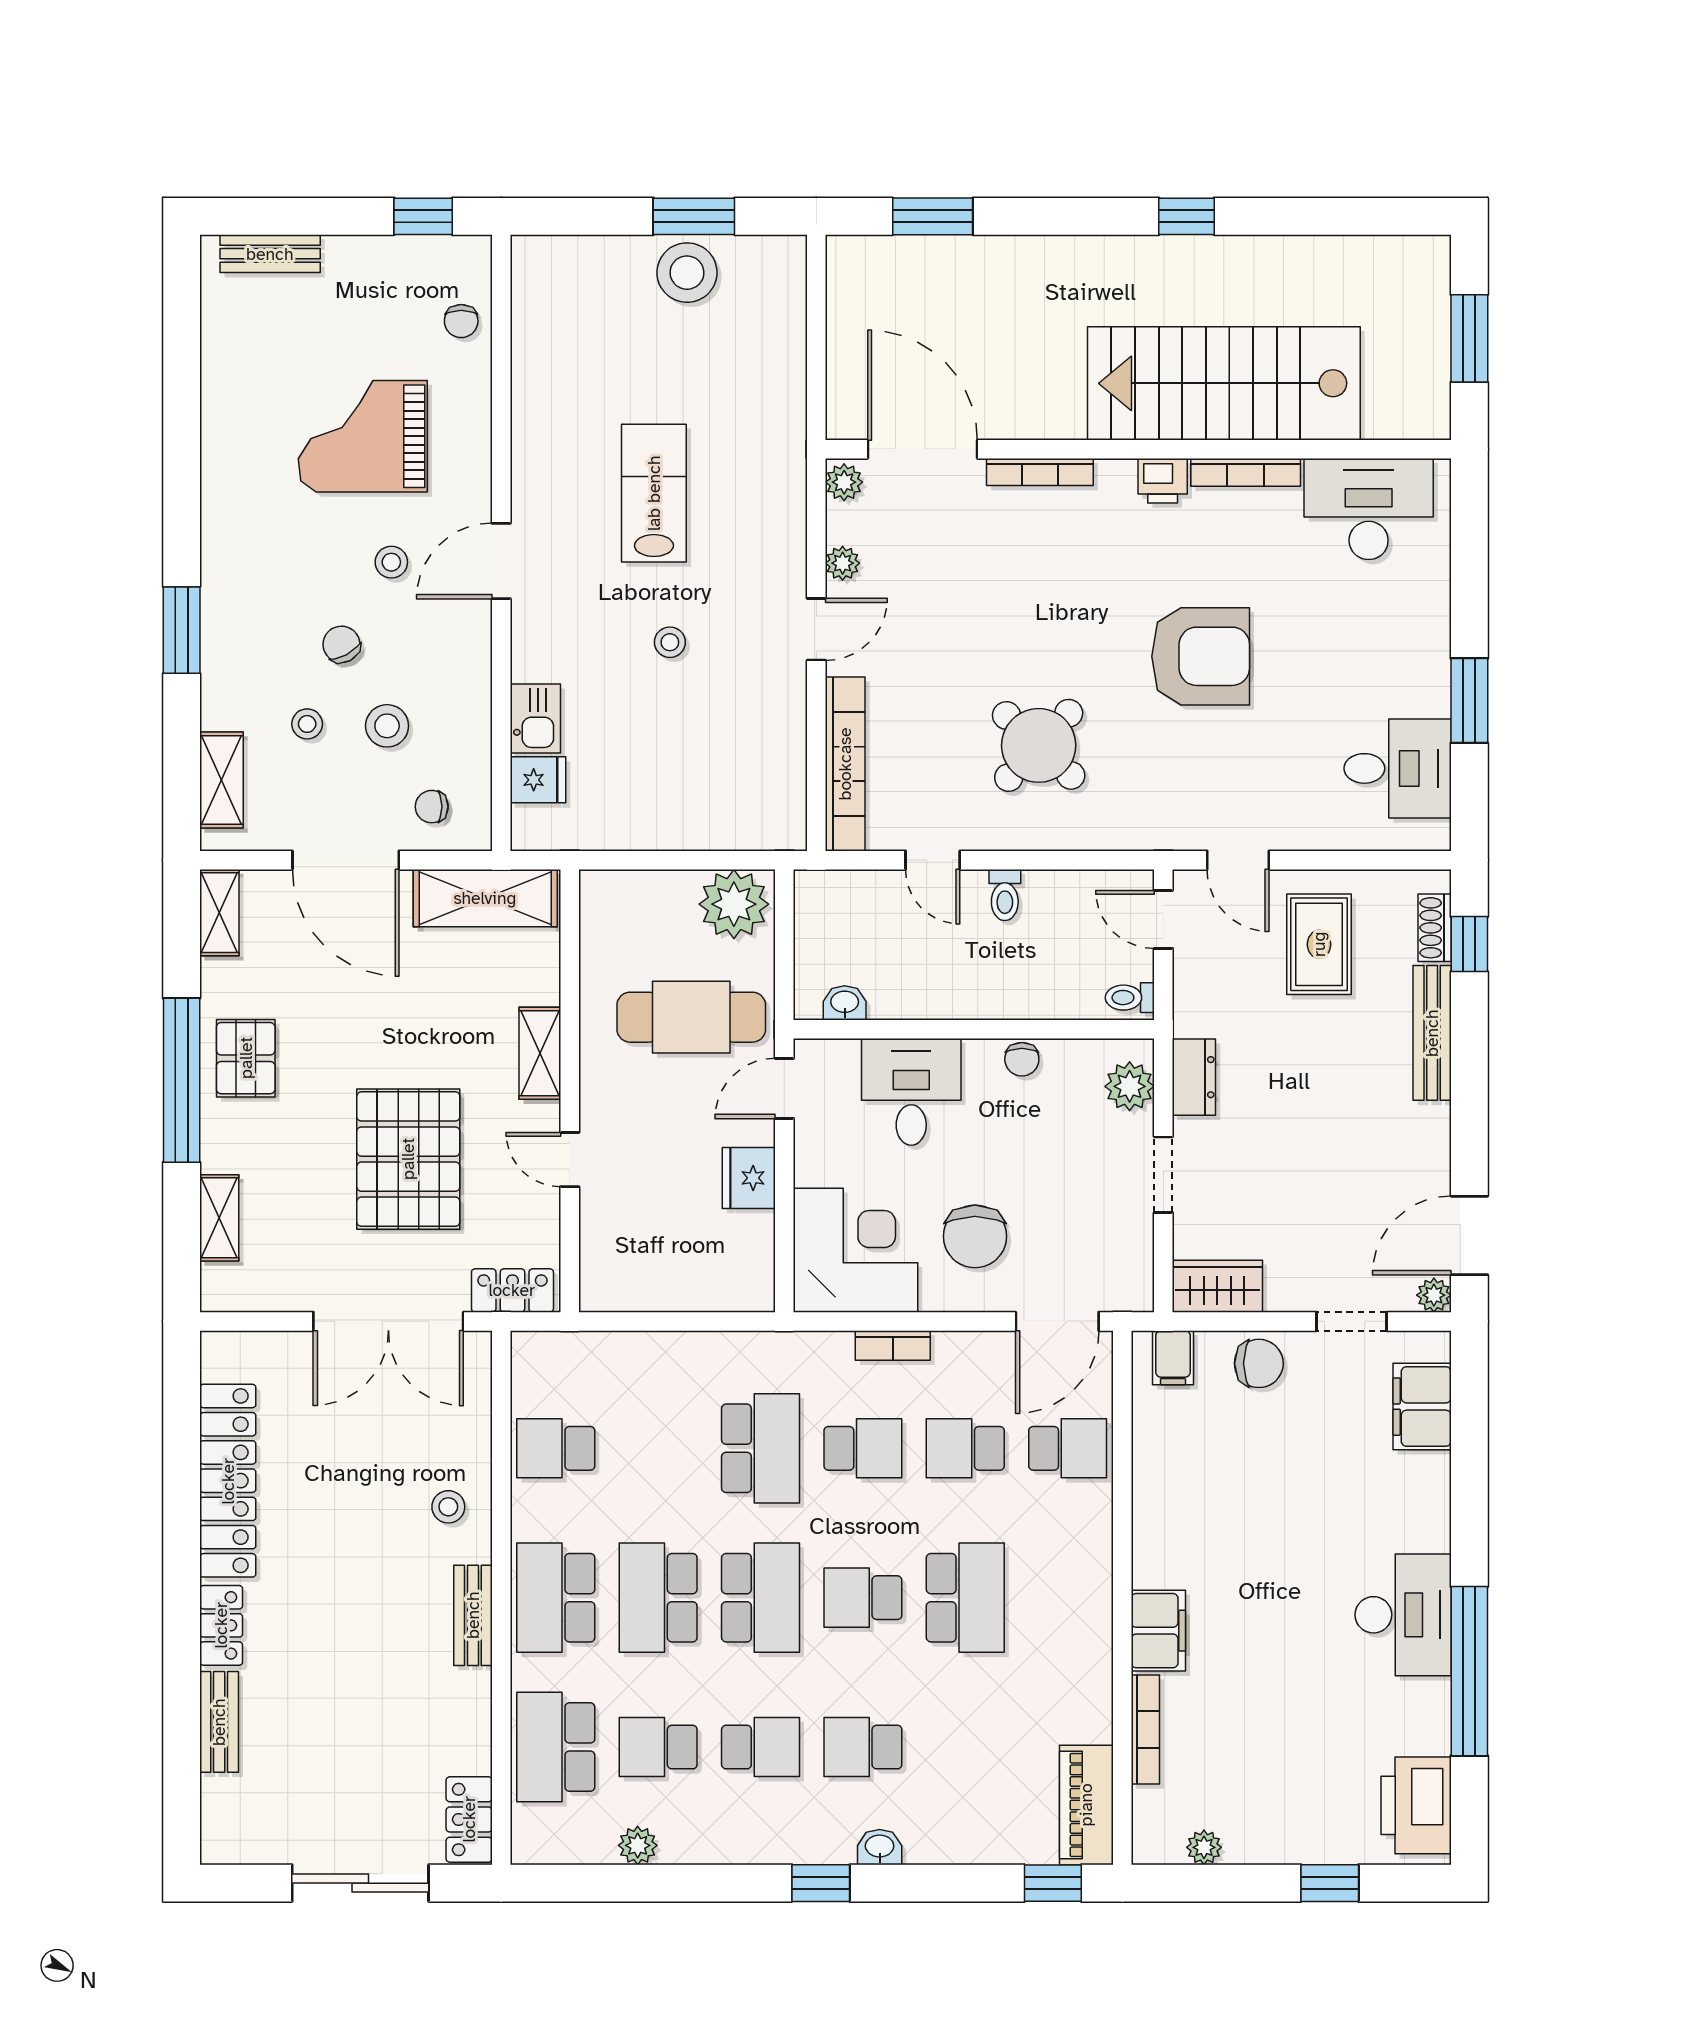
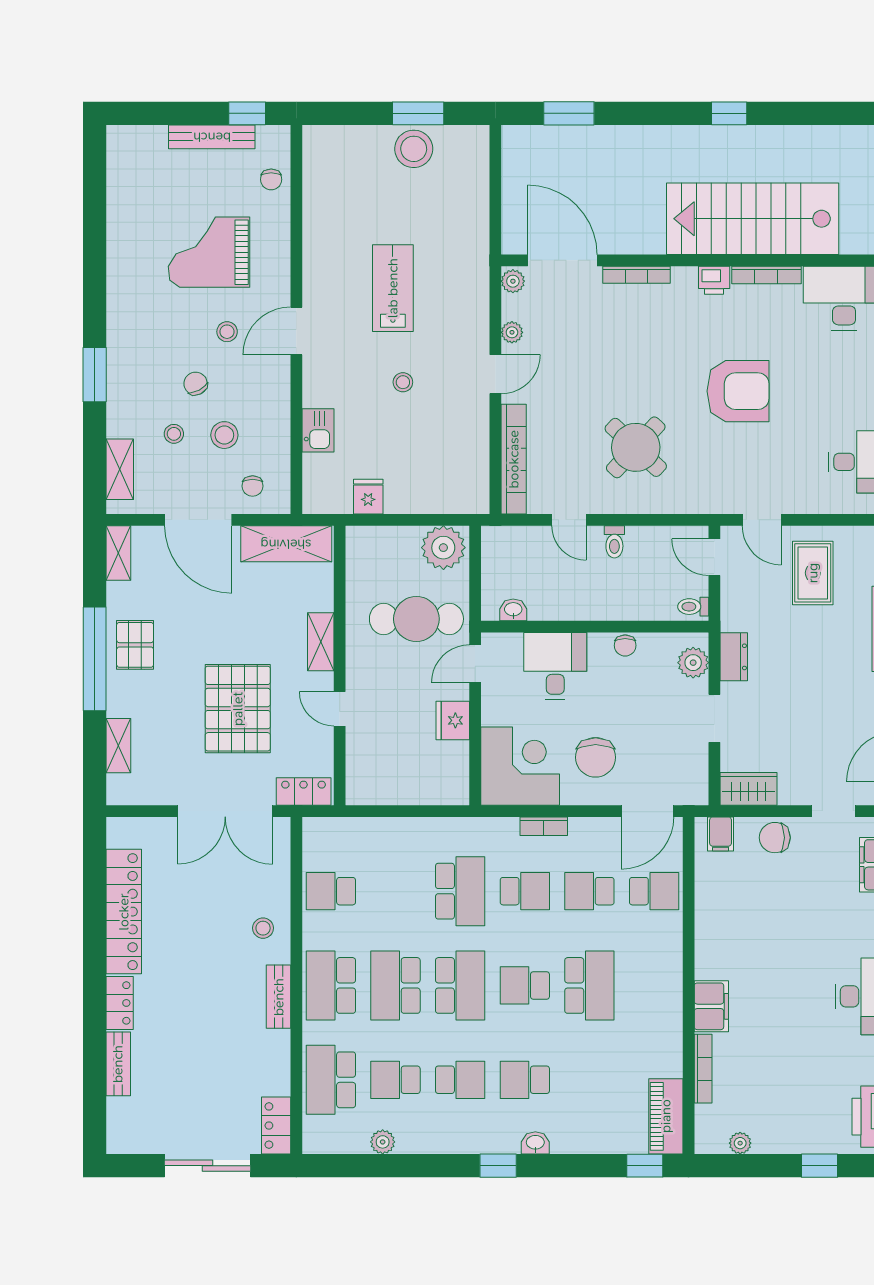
bench: (270, 254) -> (212, 137), moved, width x1.36
fridge: (538, 780) -> (368, 497), moved, turned -90
chair: (432, 807) -> (253, 486), turned -90
chair: (1259, 1363) -> (775, 838), turned 180

